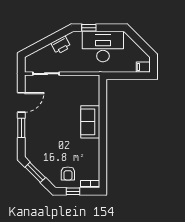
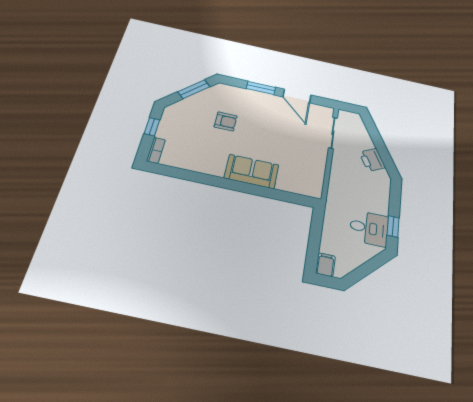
window: (89, 28) -> (393, 226), moved
desk: (103, 47) -> (369, 228), width x0.53, depth x0.77
armchair: (68, 173) -> (226, 121), moved, turned 180

